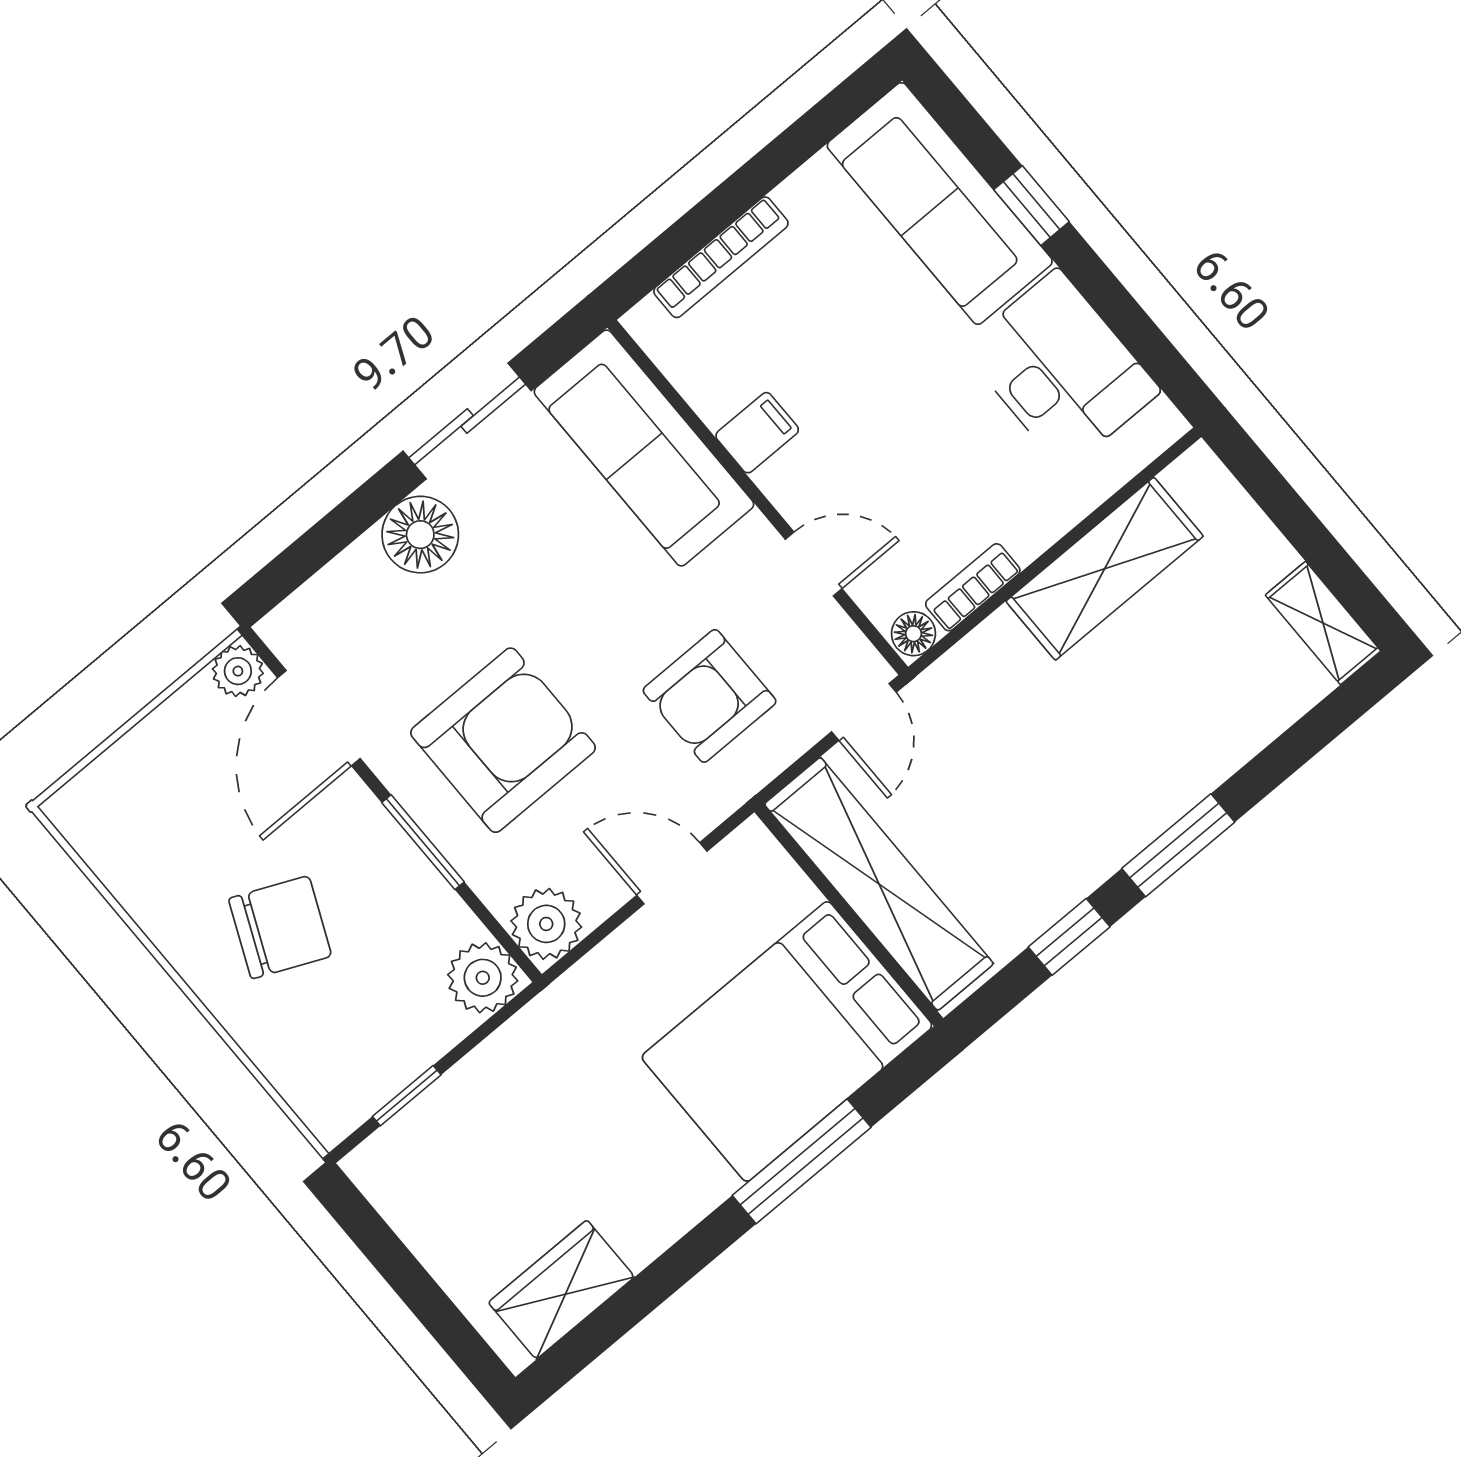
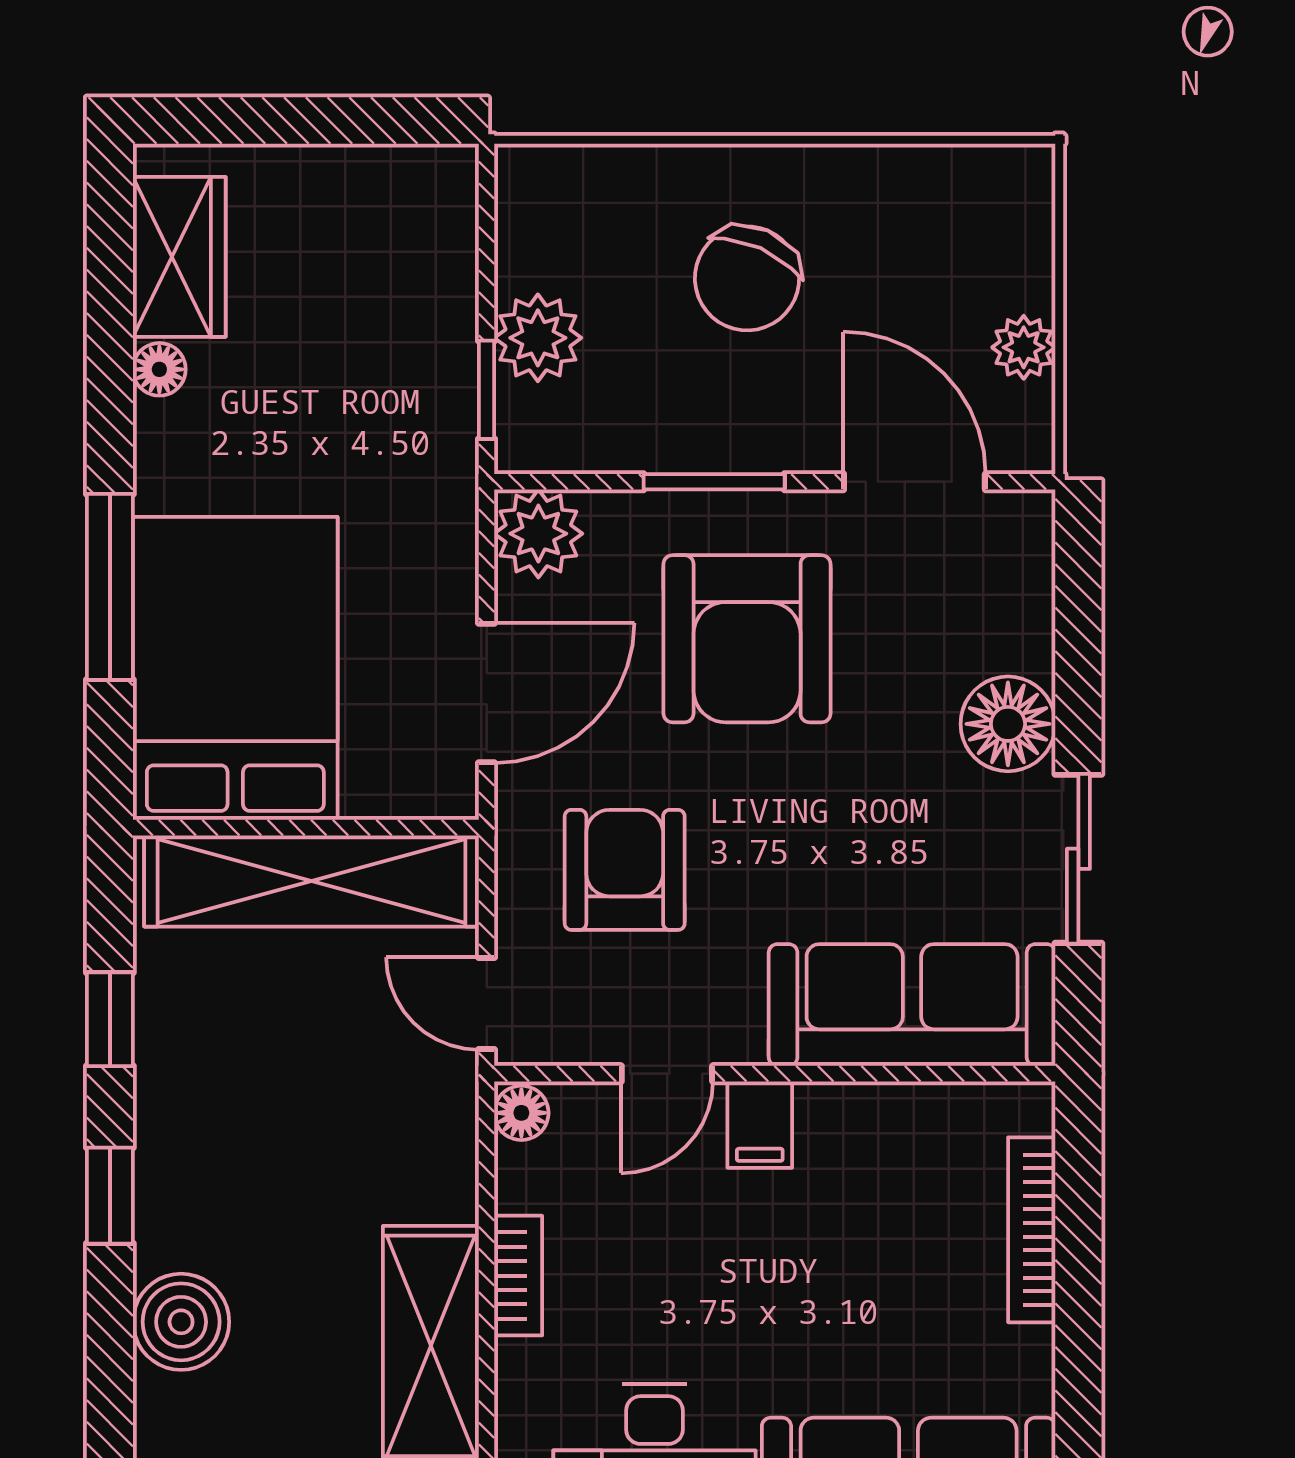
filing cabinet: (757, 433) -> (760, 1125), moved
bookcase: (973, 587) -> (518, 1276), moved
plant: (238, 671) -> (1024, 347), moved
boiler: (1219, 736) -> (181, 1322), added
window: (1178, 845) -> (110, 1196), width x0.67
door: (672, 873) -> (487, 693), width x1.38
plant: (483, 978) -> (538, 338), moved
window: (407, 1096) -> (487, 390), moved
floor lamp: (641, 1244) -> (159, 369), added

